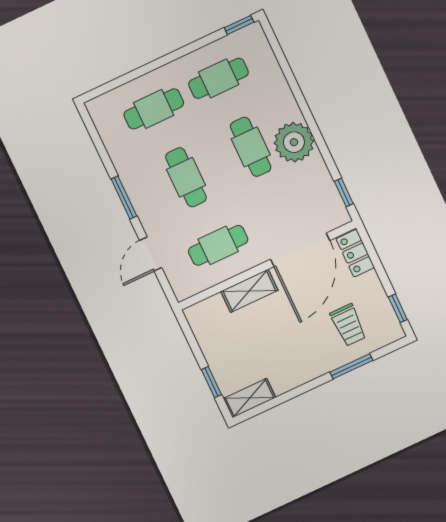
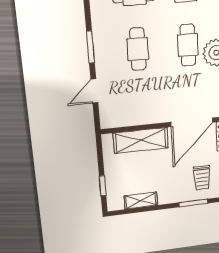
cafe table: (218, 245) -> (141, 101), removed
shelving: (249, 291) -> (141, 140), width x1.50, depth x1.33
shelving: (250, 398) -> (141, 201), moved

